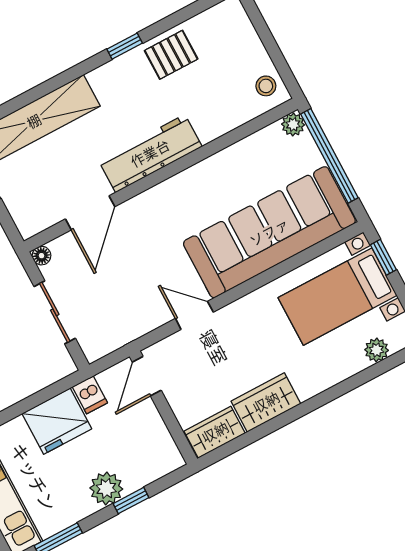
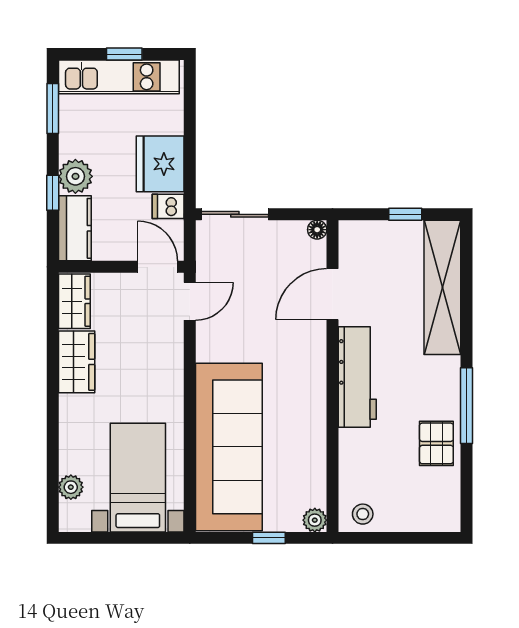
window: (125, 46) -> (467, 406), width x2.17
window: (329, 156) -> (269, 538), width x0.32
door: (90, 213) -> (332, 294), hinge flipped
window: (383, 257) -> (151, 538), removed
sliding door: (55, 312) -> (235, 214), moved
door: (194, 315) -> (190, 301), moved
kitchen counter: (151, 465) -> (75, 228), added

